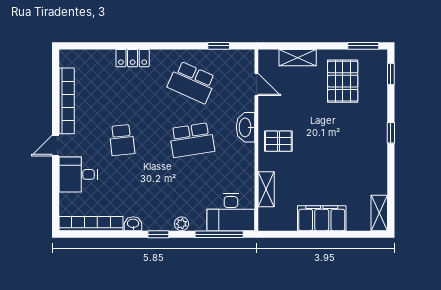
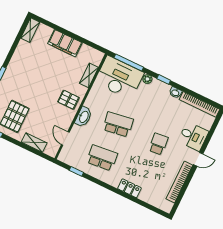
school desk: (192, 82) -> (102, 158), turned -30
desk: (231, 212) -> (119, 78), width x1.36, depth x1.30

